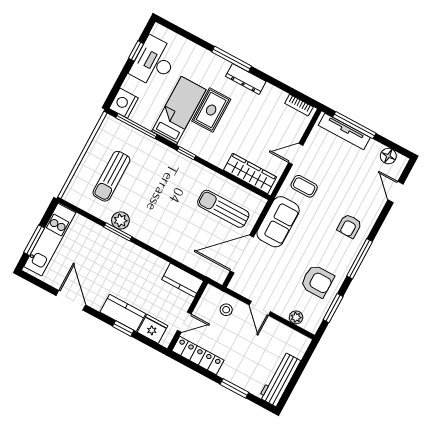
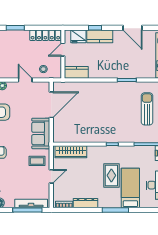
dresser: (246, 79) -> (85, 203), moved
bed: (179, 111) -> (130, 188), moved, turned 180
sun lounger: (223, 209) -> (75, 124), removed
plant: (120, 220) -> (129, 87), removed

